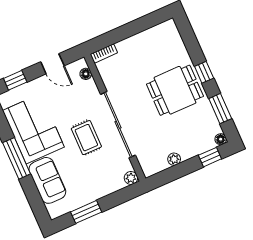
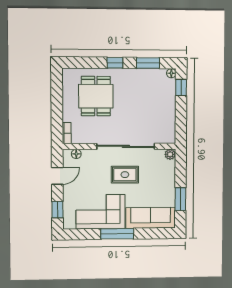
dining table: (175, 90) -> (96, 96), moved
plant: (174, 159) -> (171, 115), removed
sofa: (47, 180) -> (151, 218), width x1.36

